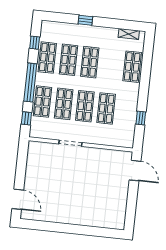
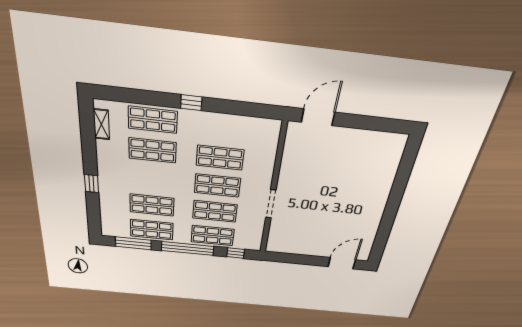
window: (35, 43) -> (133, 243), width x2.17
shop shelf: (90, 62) -> (152, 150), moved
window: (141, 118) -> (191, 103), moved

